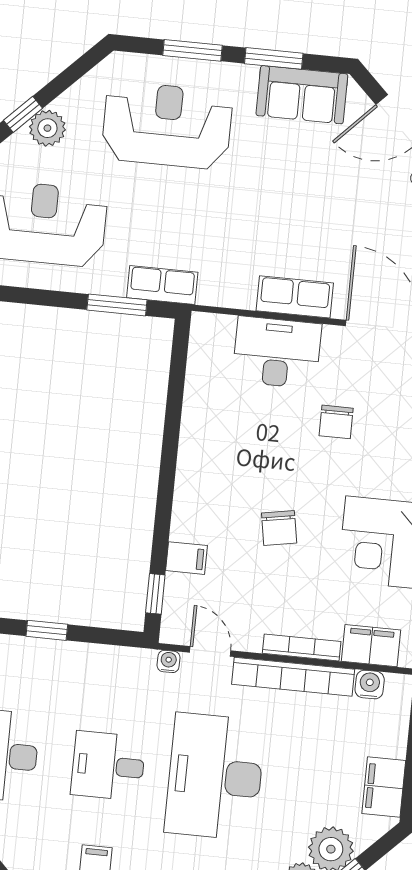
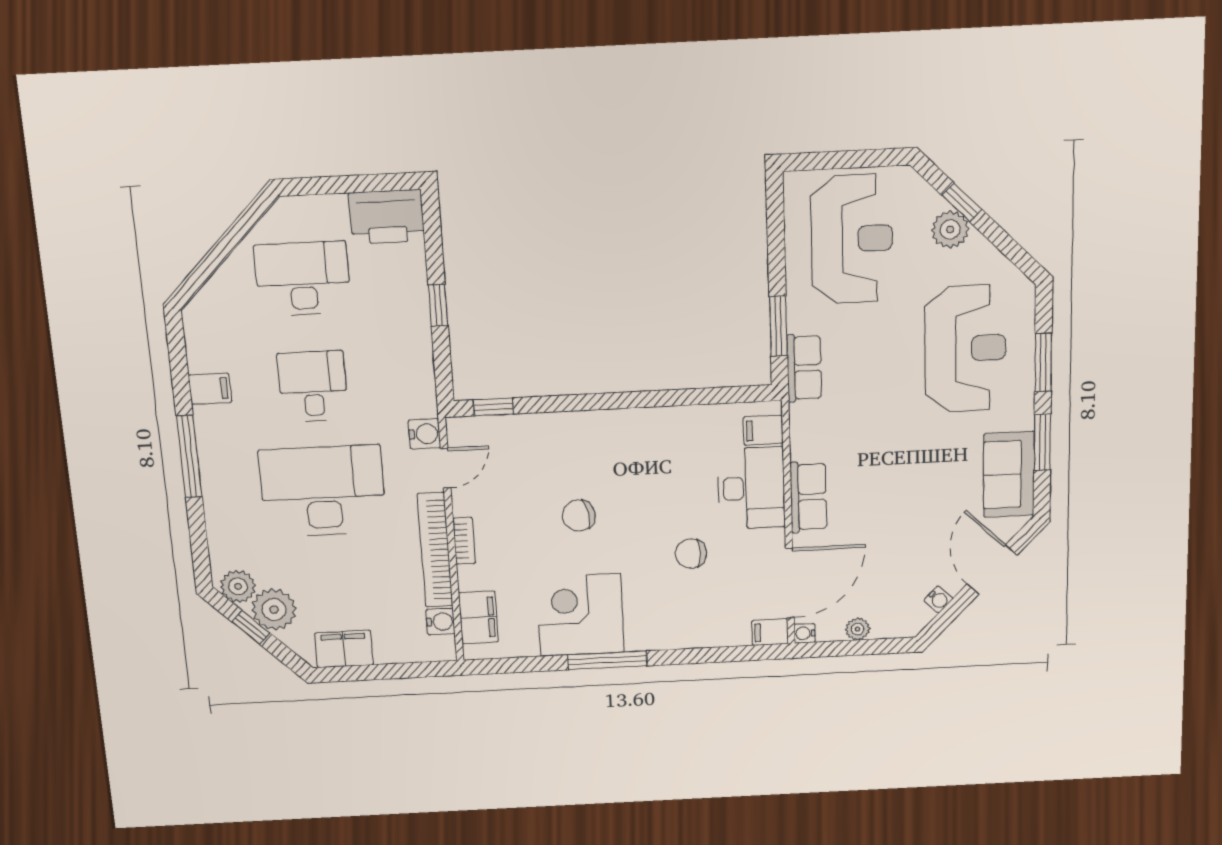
filing cabinet: (186, 558) -> (763, 430), moved, turned 90
bookcase: (302, 647) -> (464, 541), width x0.64
water cooler: (168, 661) -> (425, 434), width x1.38, depth x1.38

